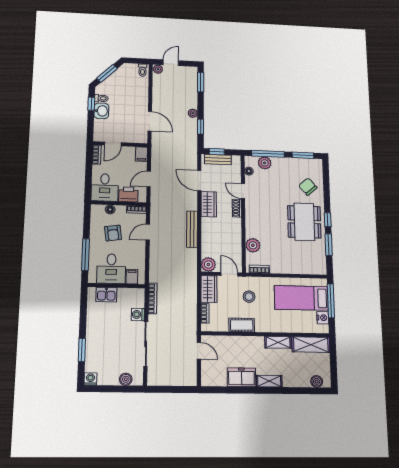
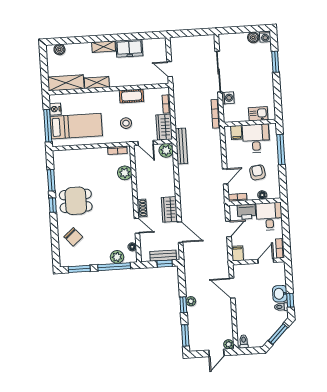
window: (201, 127) -> (183, 305), moved
dining table: (304, 222) -> (76, 201), width x0.73
bench: (192, 229) -> (181, 146), moved
boiler: (126, 379) -> (253, 37), moved

